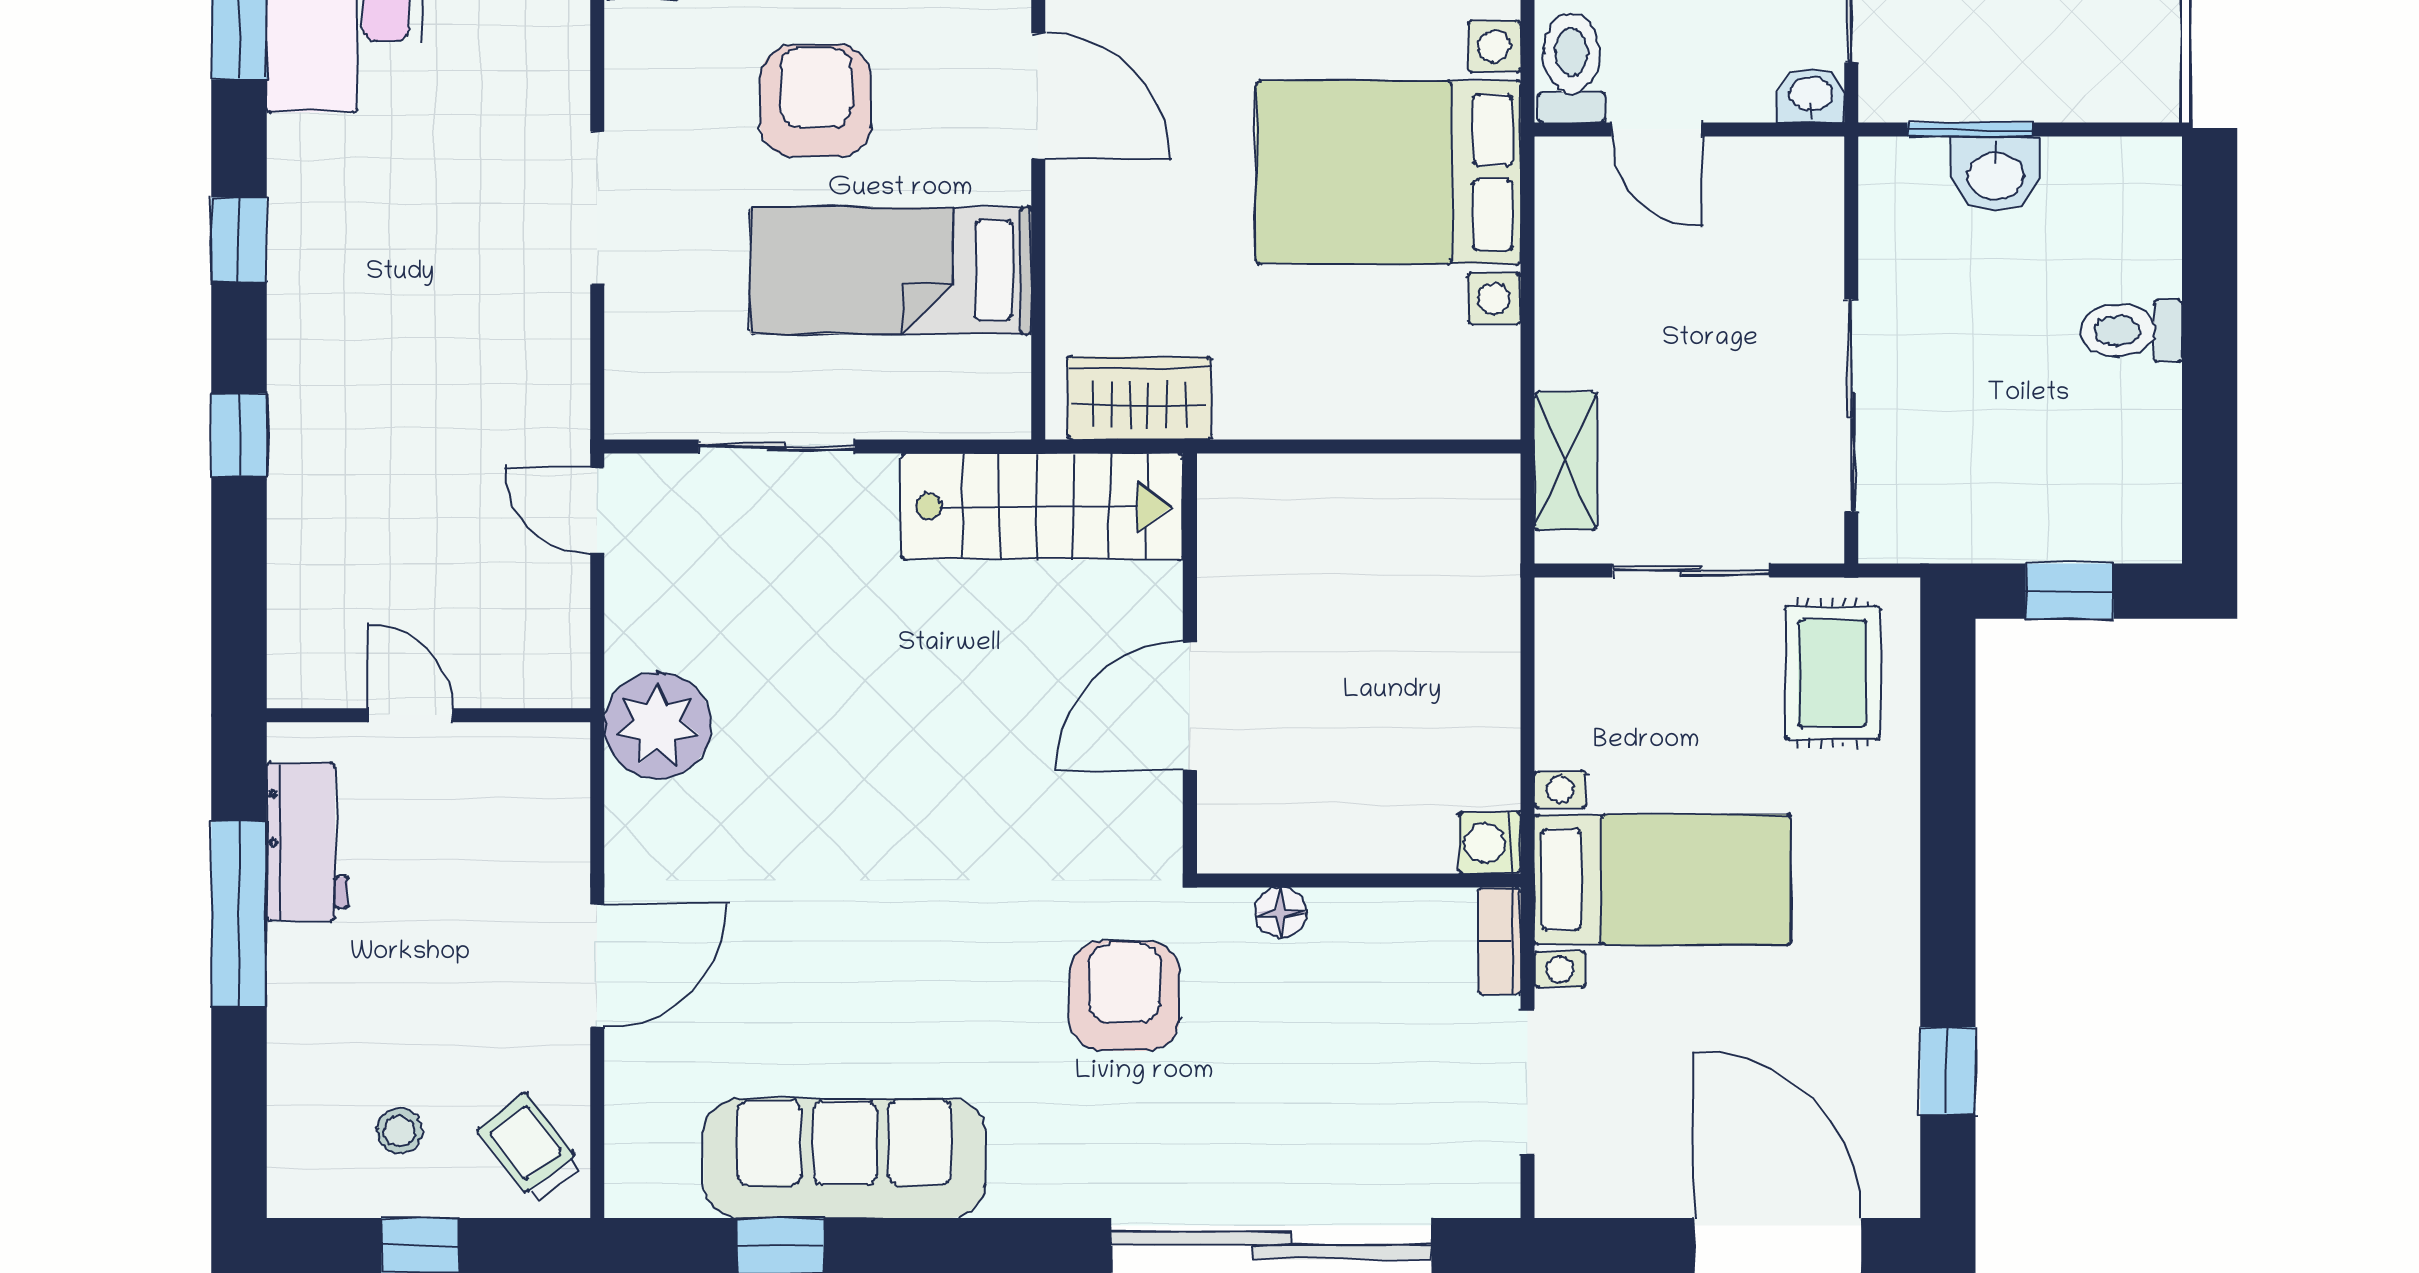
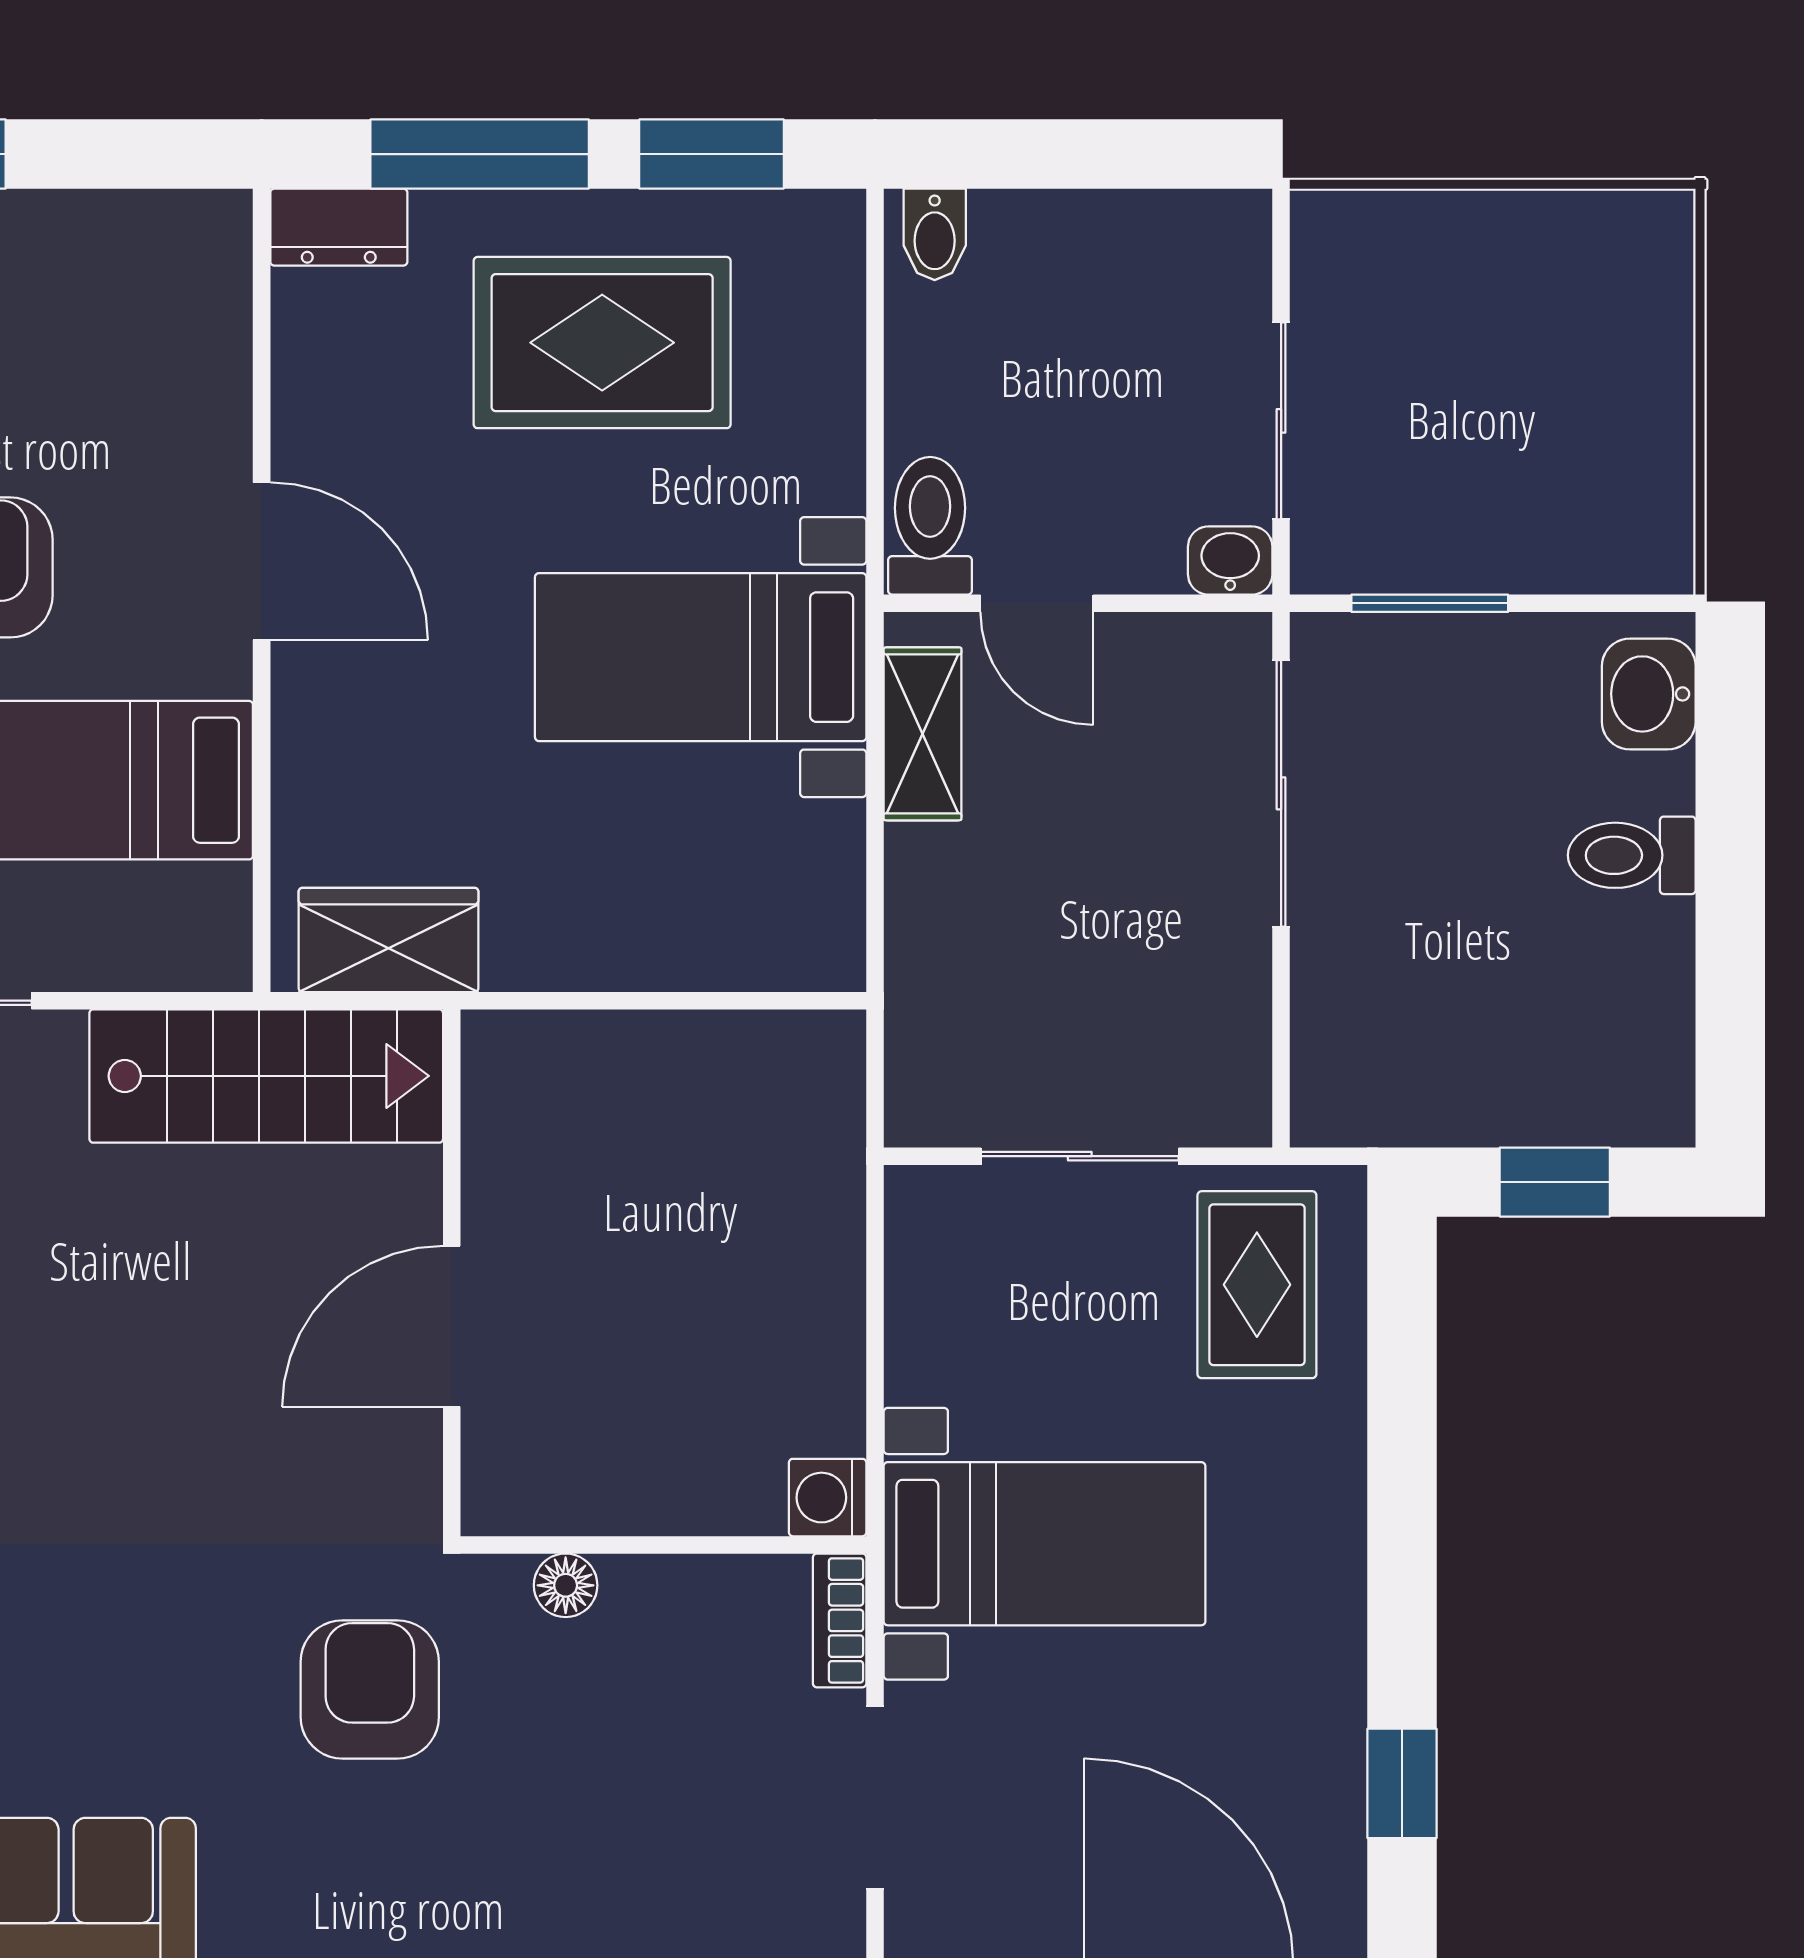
bed with nightstands: (1388, 172) -> (701, 657), width x0.73
washbasin: (1996, 174) -> (1649, 694), moved, turned 90
sliding door: (1851, 405) -> (1281, 793), moved
shelving: (1565, 461) -> (923, 734), moved

